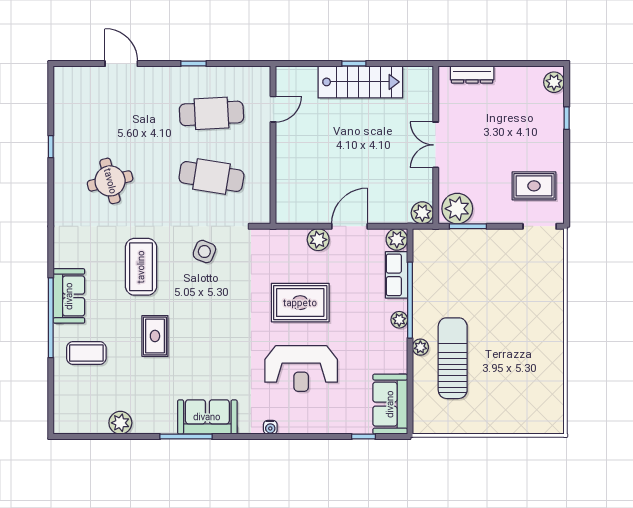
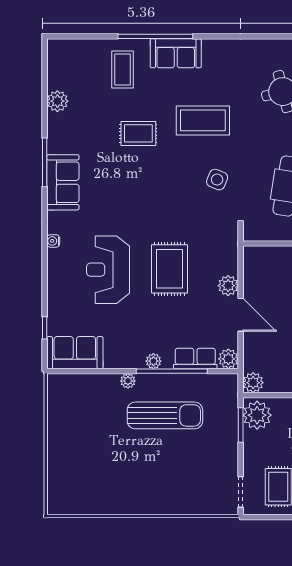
sun lounger: (453, 358) -> (165, 415), moved

